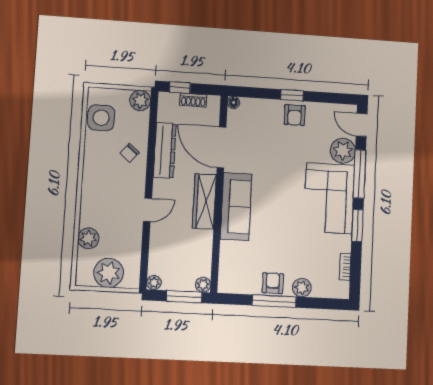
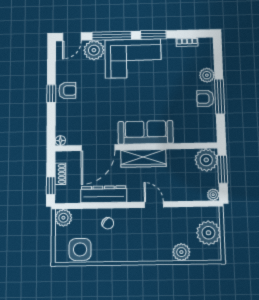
plant: (203, 285) -> (206, 160), width x1.88, depth x1.88

